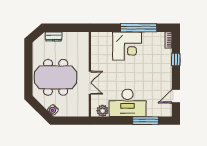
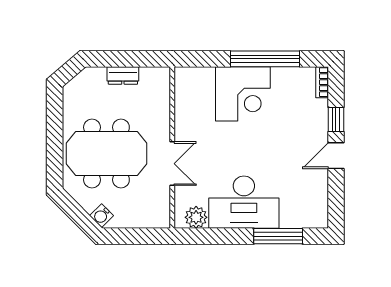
dresser: (54, 36) -> (123, 75), moved
door: (176, 96) -> (336, 156), moved

